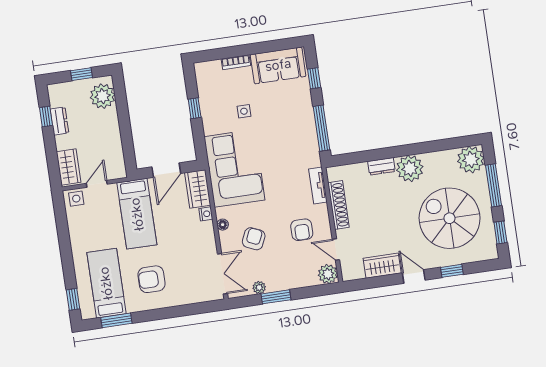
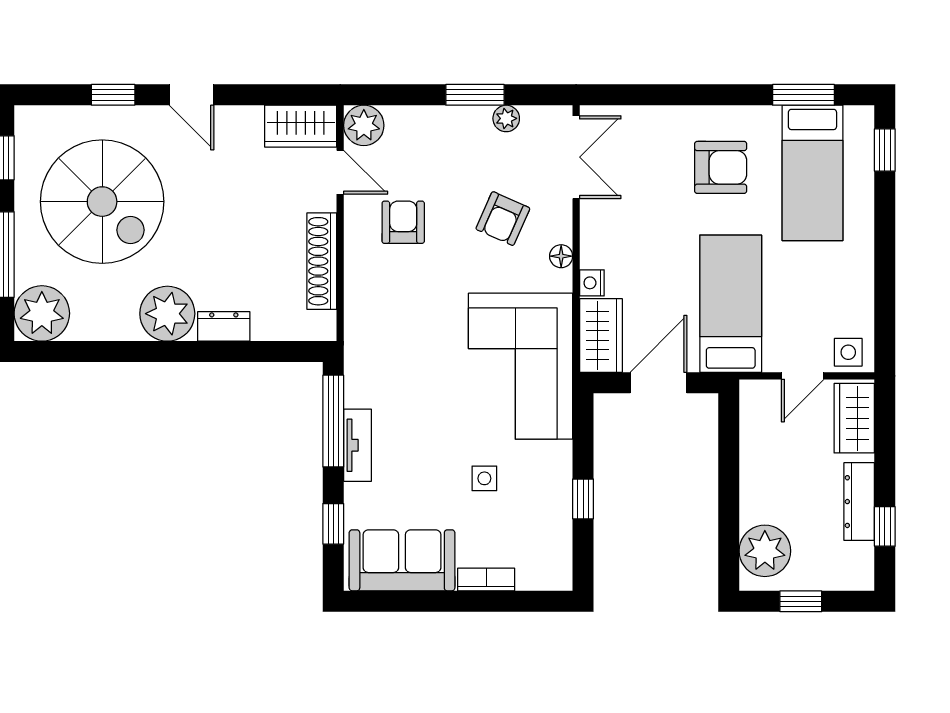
dresser: (59, 121) -> (859, 502), width x1.44
tv unit: (318, 185) -> (358, 445), moved
wardrobe: (382, 266) -> (301, 126), moved
double door: (222, 274) -> (576, 157), swing flipped

